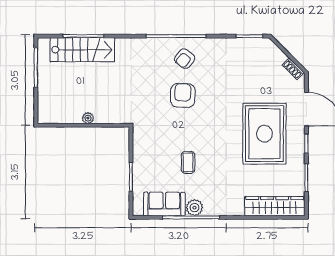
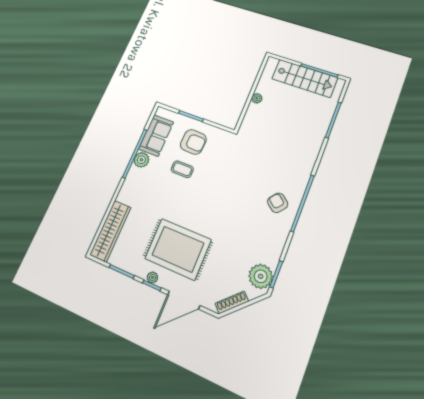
plant: (257, 49) -> (261, 276), added
stairs: (82, 50) -> (305, 78), moved, turned -90
shoe rack: (293, 69) -> (232, 302), width x1.43
armchair: (183, 95) -> (193, 142), moved
plant: (299, 146) -> (152, 277), added

